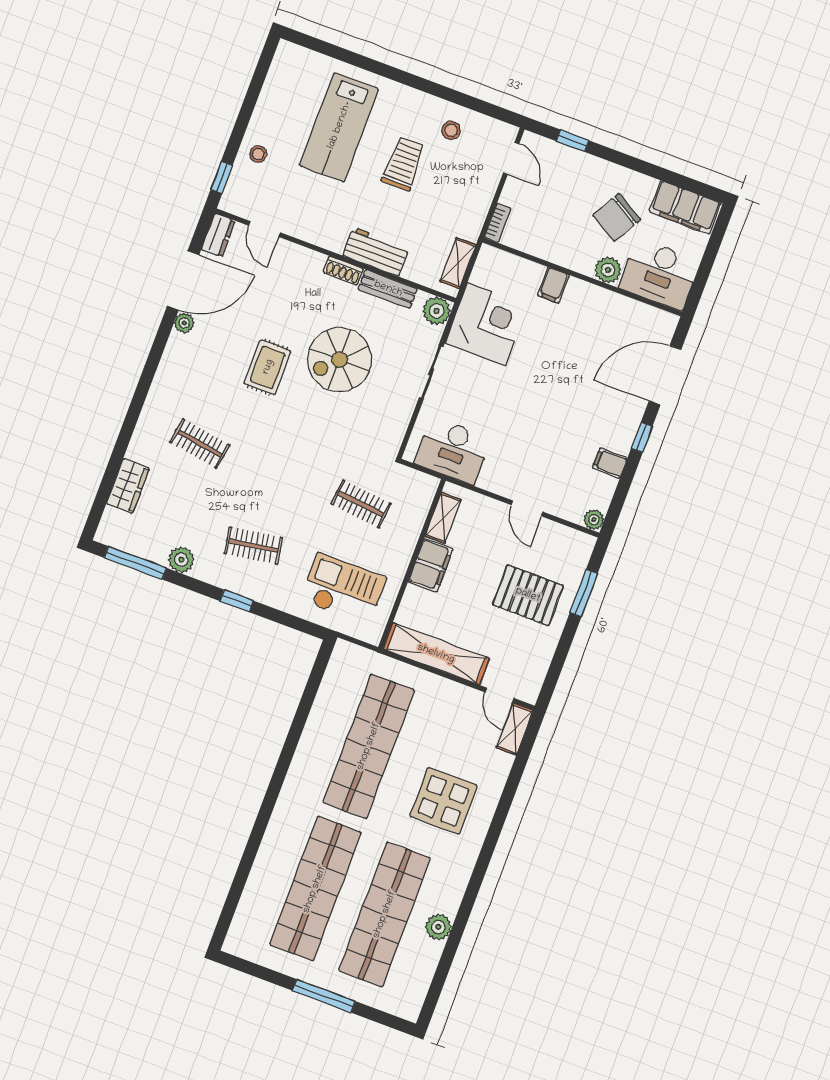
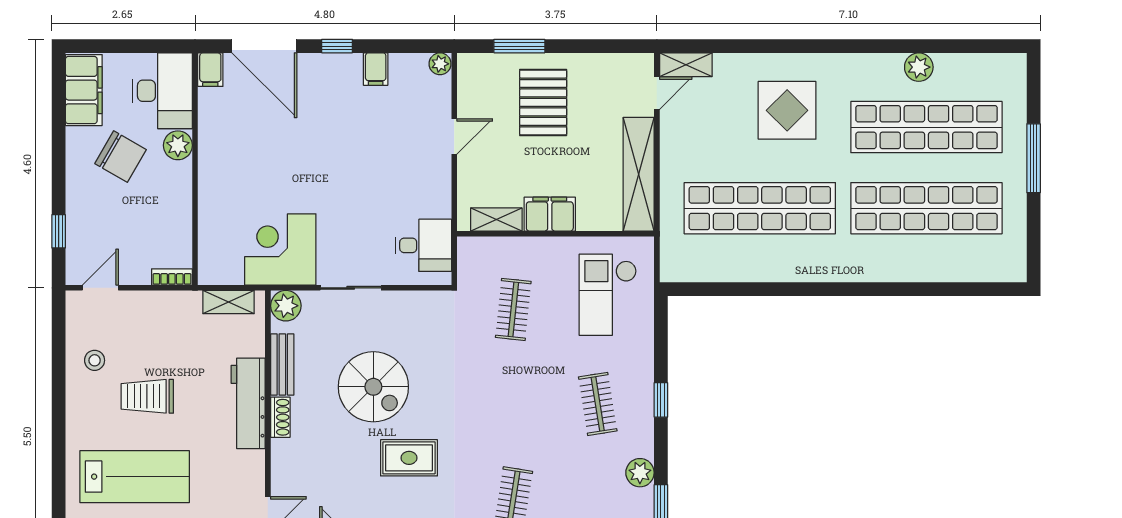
workbench: (376, 252) -> (248, 403), width x1.38
filing cabinet: (553, 285) -> (210, 70), moved, turned 90
desk: (453, 451) -> (423, 245), width x0.73

